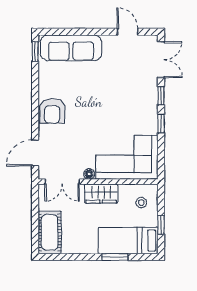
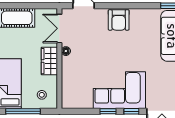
armchair: (52, 111) -> (119, 20), turned -90
corner sofa: (127, 157) -> (119, 90), moved, turned -90
window: (161, 225) -> (23, 111), width x2.17

